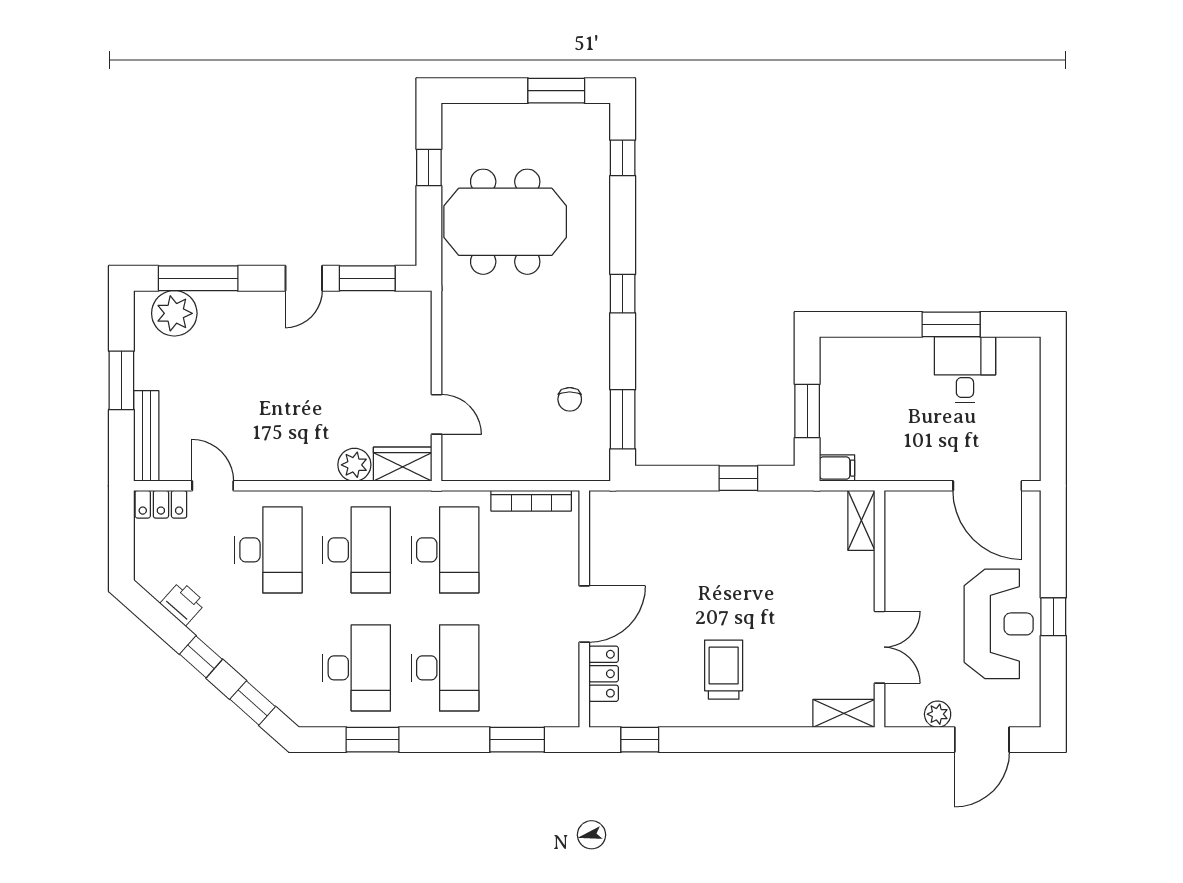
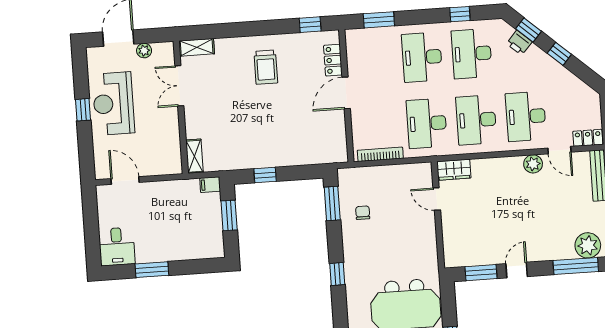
desk: (965, 370) -> (117, 247), moved
plant: (354, 465) -> (533, 164), moved
door: (987, 486) -> (125, 181), width x0.73
printer: (183, 603) -> (519, 43), moved
window: (373, 740) -> (460, 14), width x0.67

